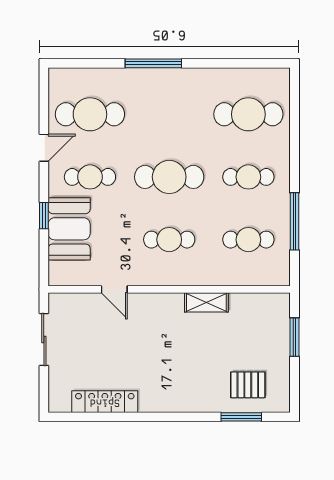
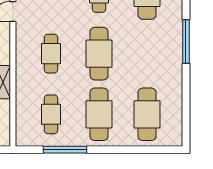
cafe table: (248, 177) -> (99, 114), width x1.37, depth x1.35

